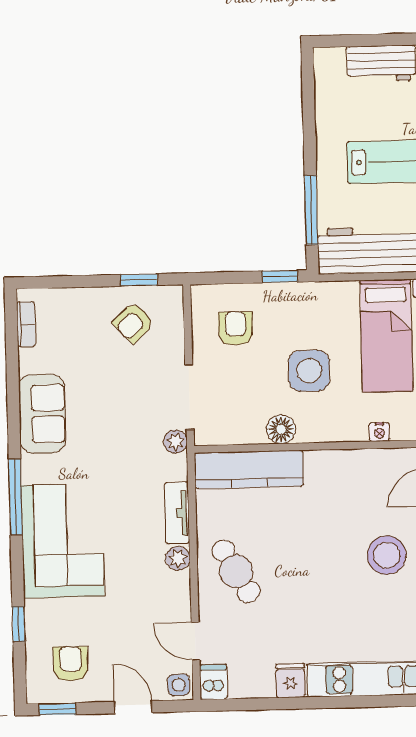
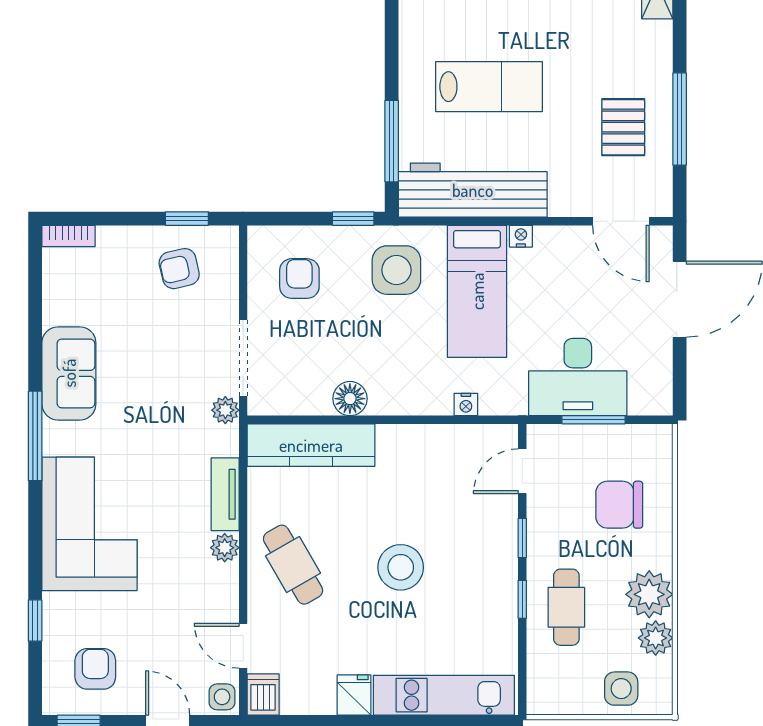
armchair: (133, 322) -> (179, 269), turned 31
bookcase: (26, 324) -> (68, 236), moved, turned 90
side table: (309, 371) -> (396, 270), moved
window: (15, 497) -> (35, 436), moved
stool: (387, 555) -> (401, 567), moved

